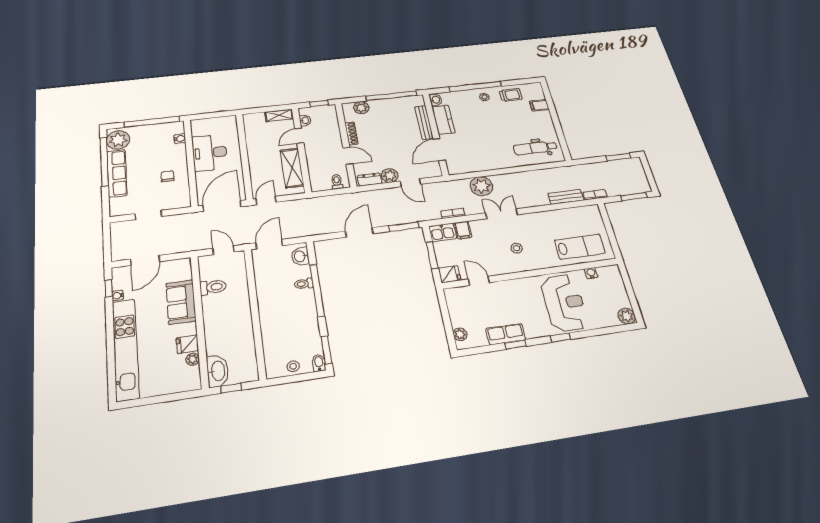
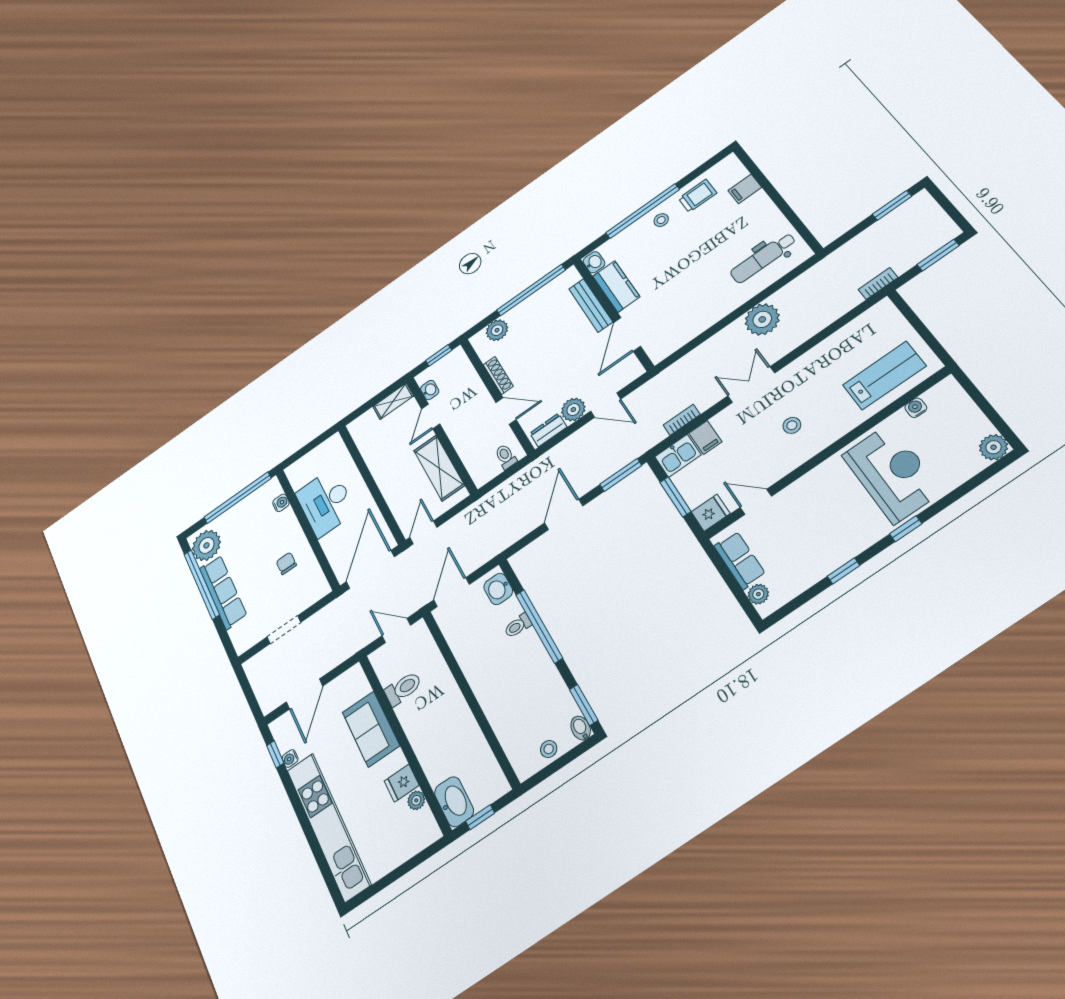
plant: (481, 186) -> (762, 319), moved
bench: (566, 197) -> (836, 310), removed
row of seats: (506, 334) -> (740, 560), moved, turned 90

